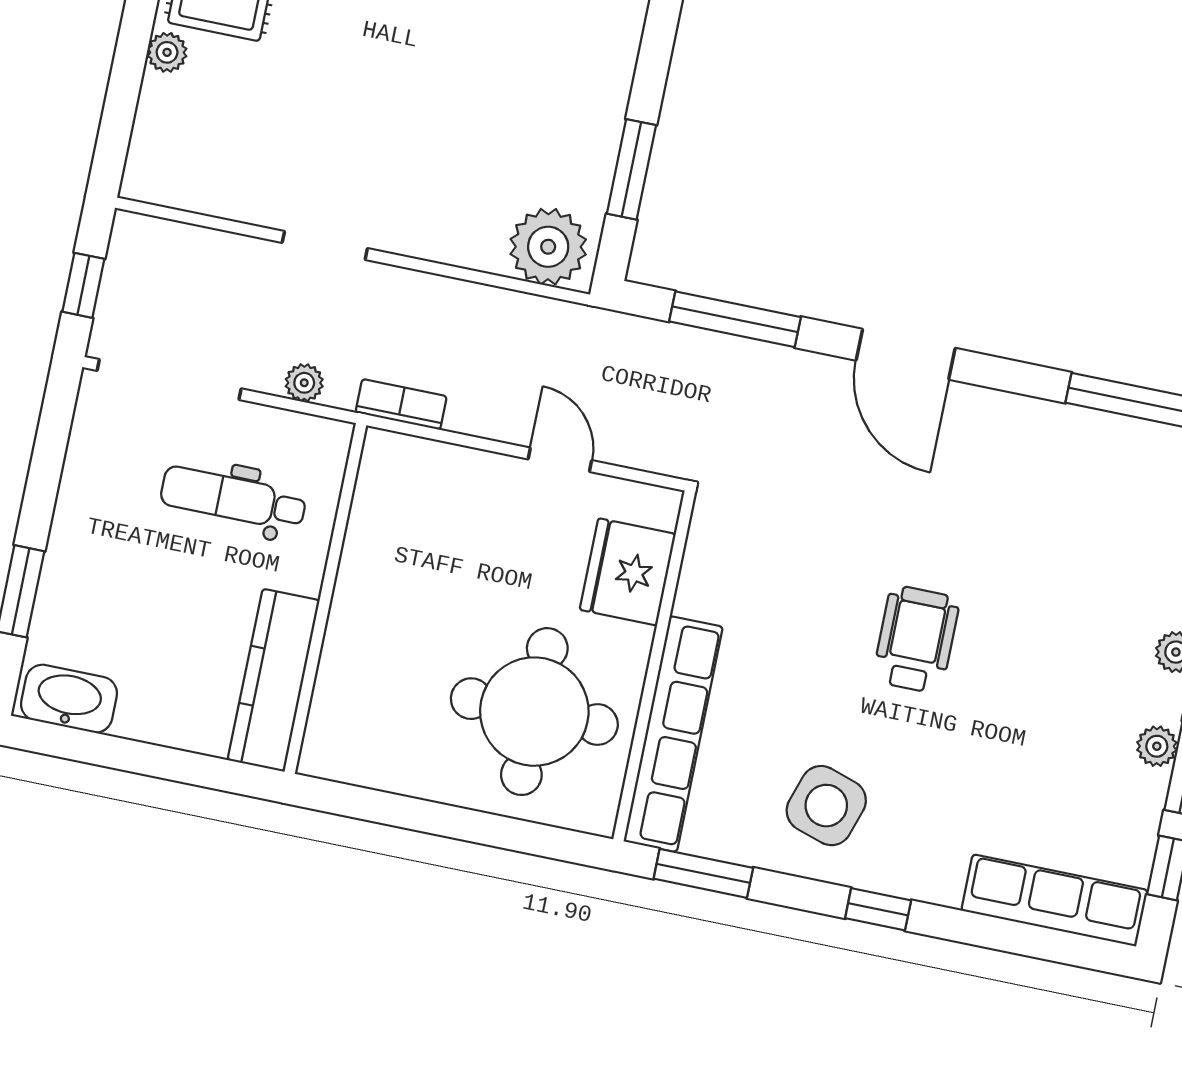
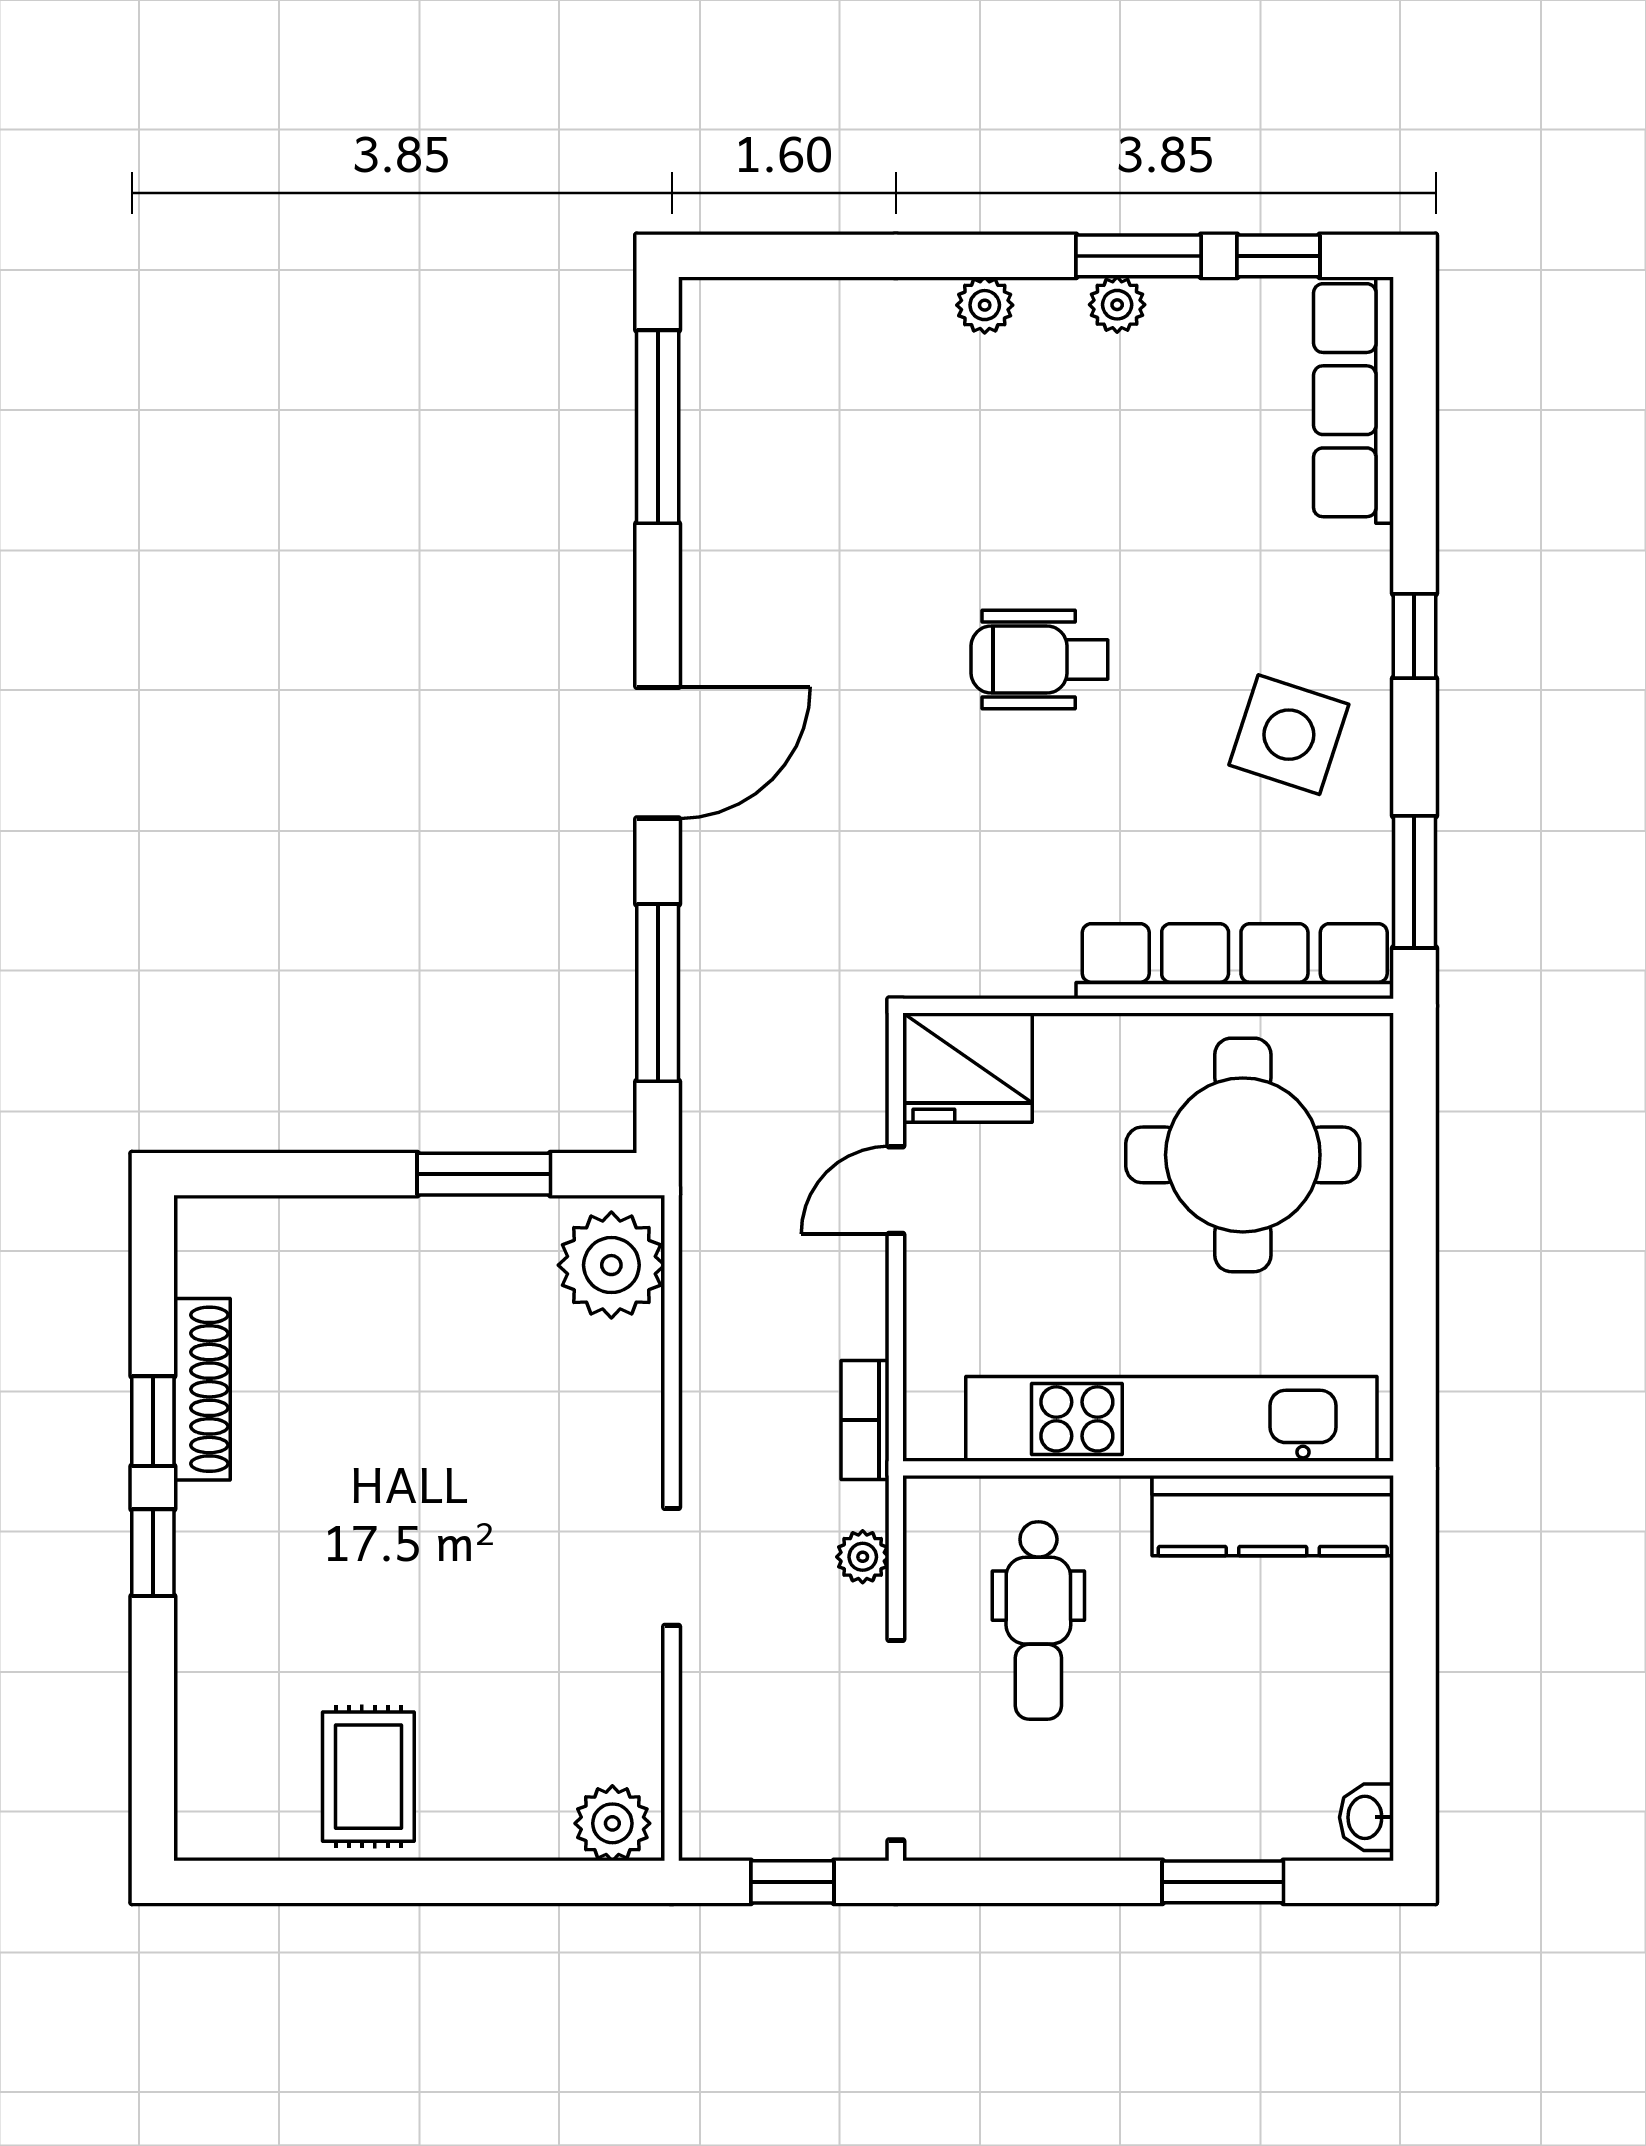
plant: (167, 52) -> (612, 1823), moved, width x1.38, depth x1.38
fridge: (628, 572) -> (967, 1068), moved
kitchen unit: (357, 622) -> (1171, 1419), added
washbasin: (69, 699) -> (1366, 1817), width x0.52, depth x0.69

